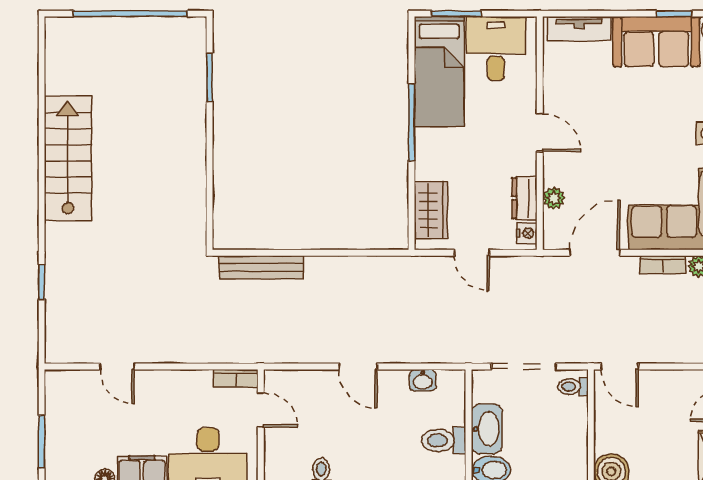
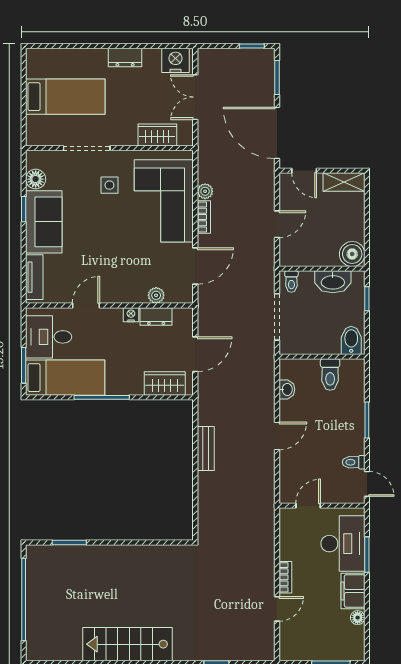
door: (540, 133) -> (86, 305), moved
nightstand: (527, 233) -> (131, 315), moved
door: (472, 253) -> (195, 354), width x1.37
door: (595, 253) -> (195, 266), swing flipped
bench: (261, 267) -> (206, 448), moved, width x0.73
door: (620, 367) -> (277, 224), moved
bookcase: (236, 378) -> (285, 577), moved
washbasin: (487, 429) -> (333, 282), moved, turned 180

